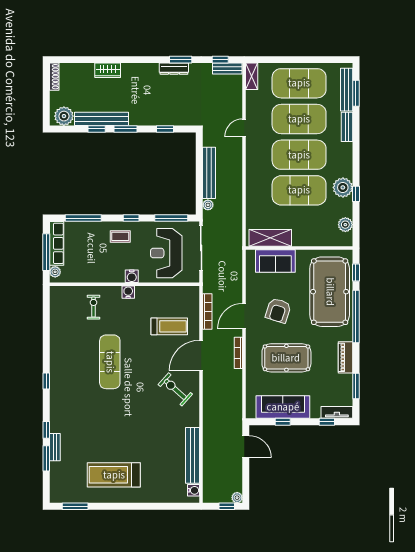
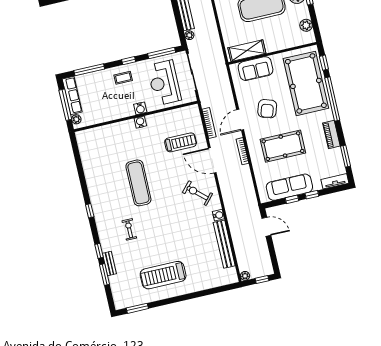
exercise bike: (93, 307) -> (129, 229), moved
door: (201, 355) -> (212, 160), hinge flipped
window: (327, 422) -> (312, 195), moved
water cooler: (194, 490) -> (218, 215), moved
plant: (237, 498) -> (245, 276), moved

